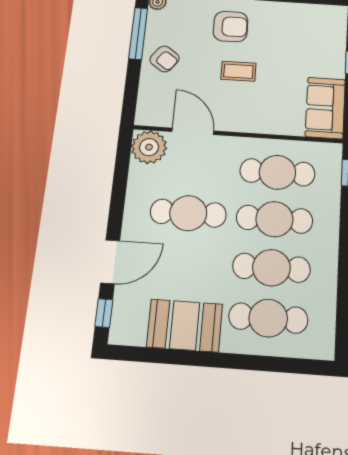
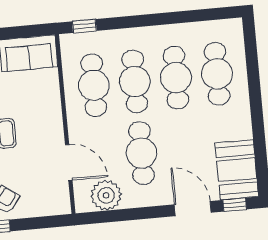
door: (193, 131) -> (69, 163), swing flipped
plant: (149, 147) -> (106, 195), moved
booth: (185, 326) -> (237, 170), moved

